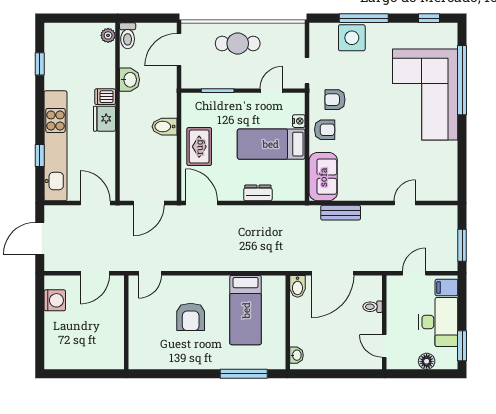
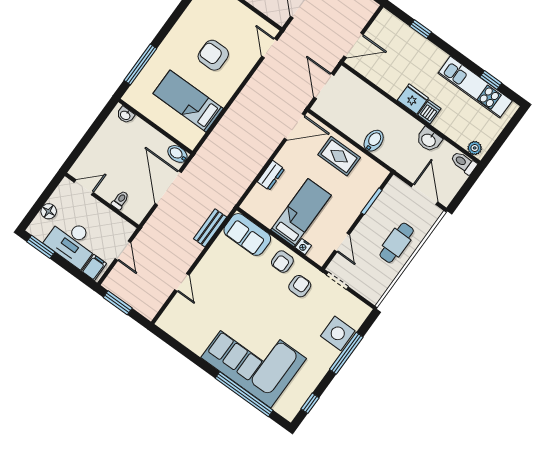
kitchen unit: (55, 146) -> (475, 87), moved, width x0.73

